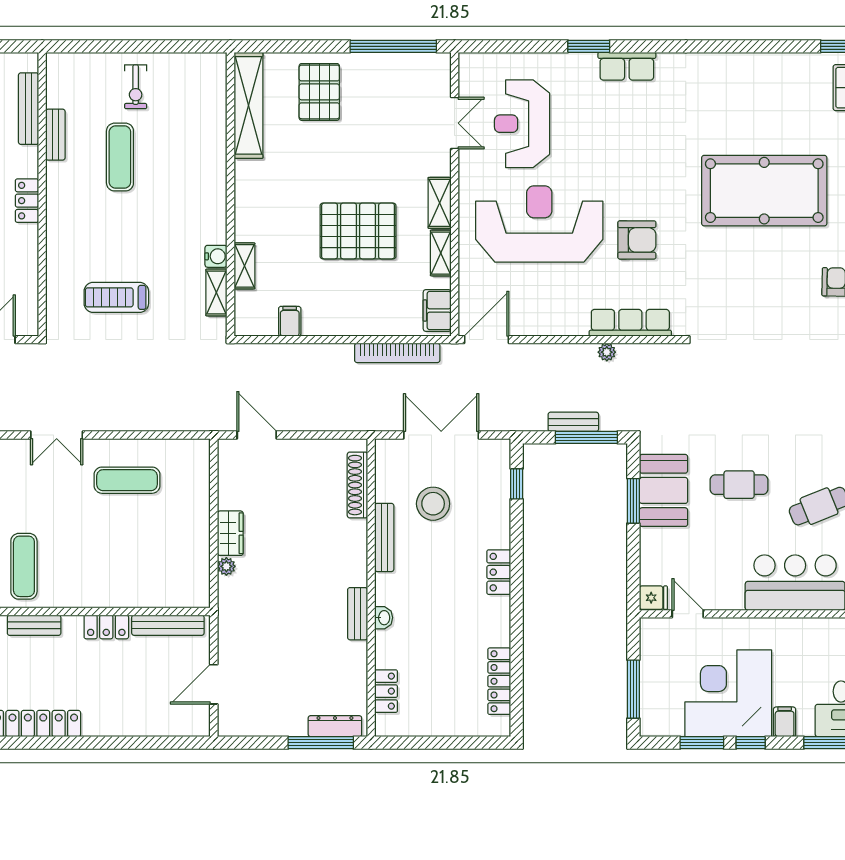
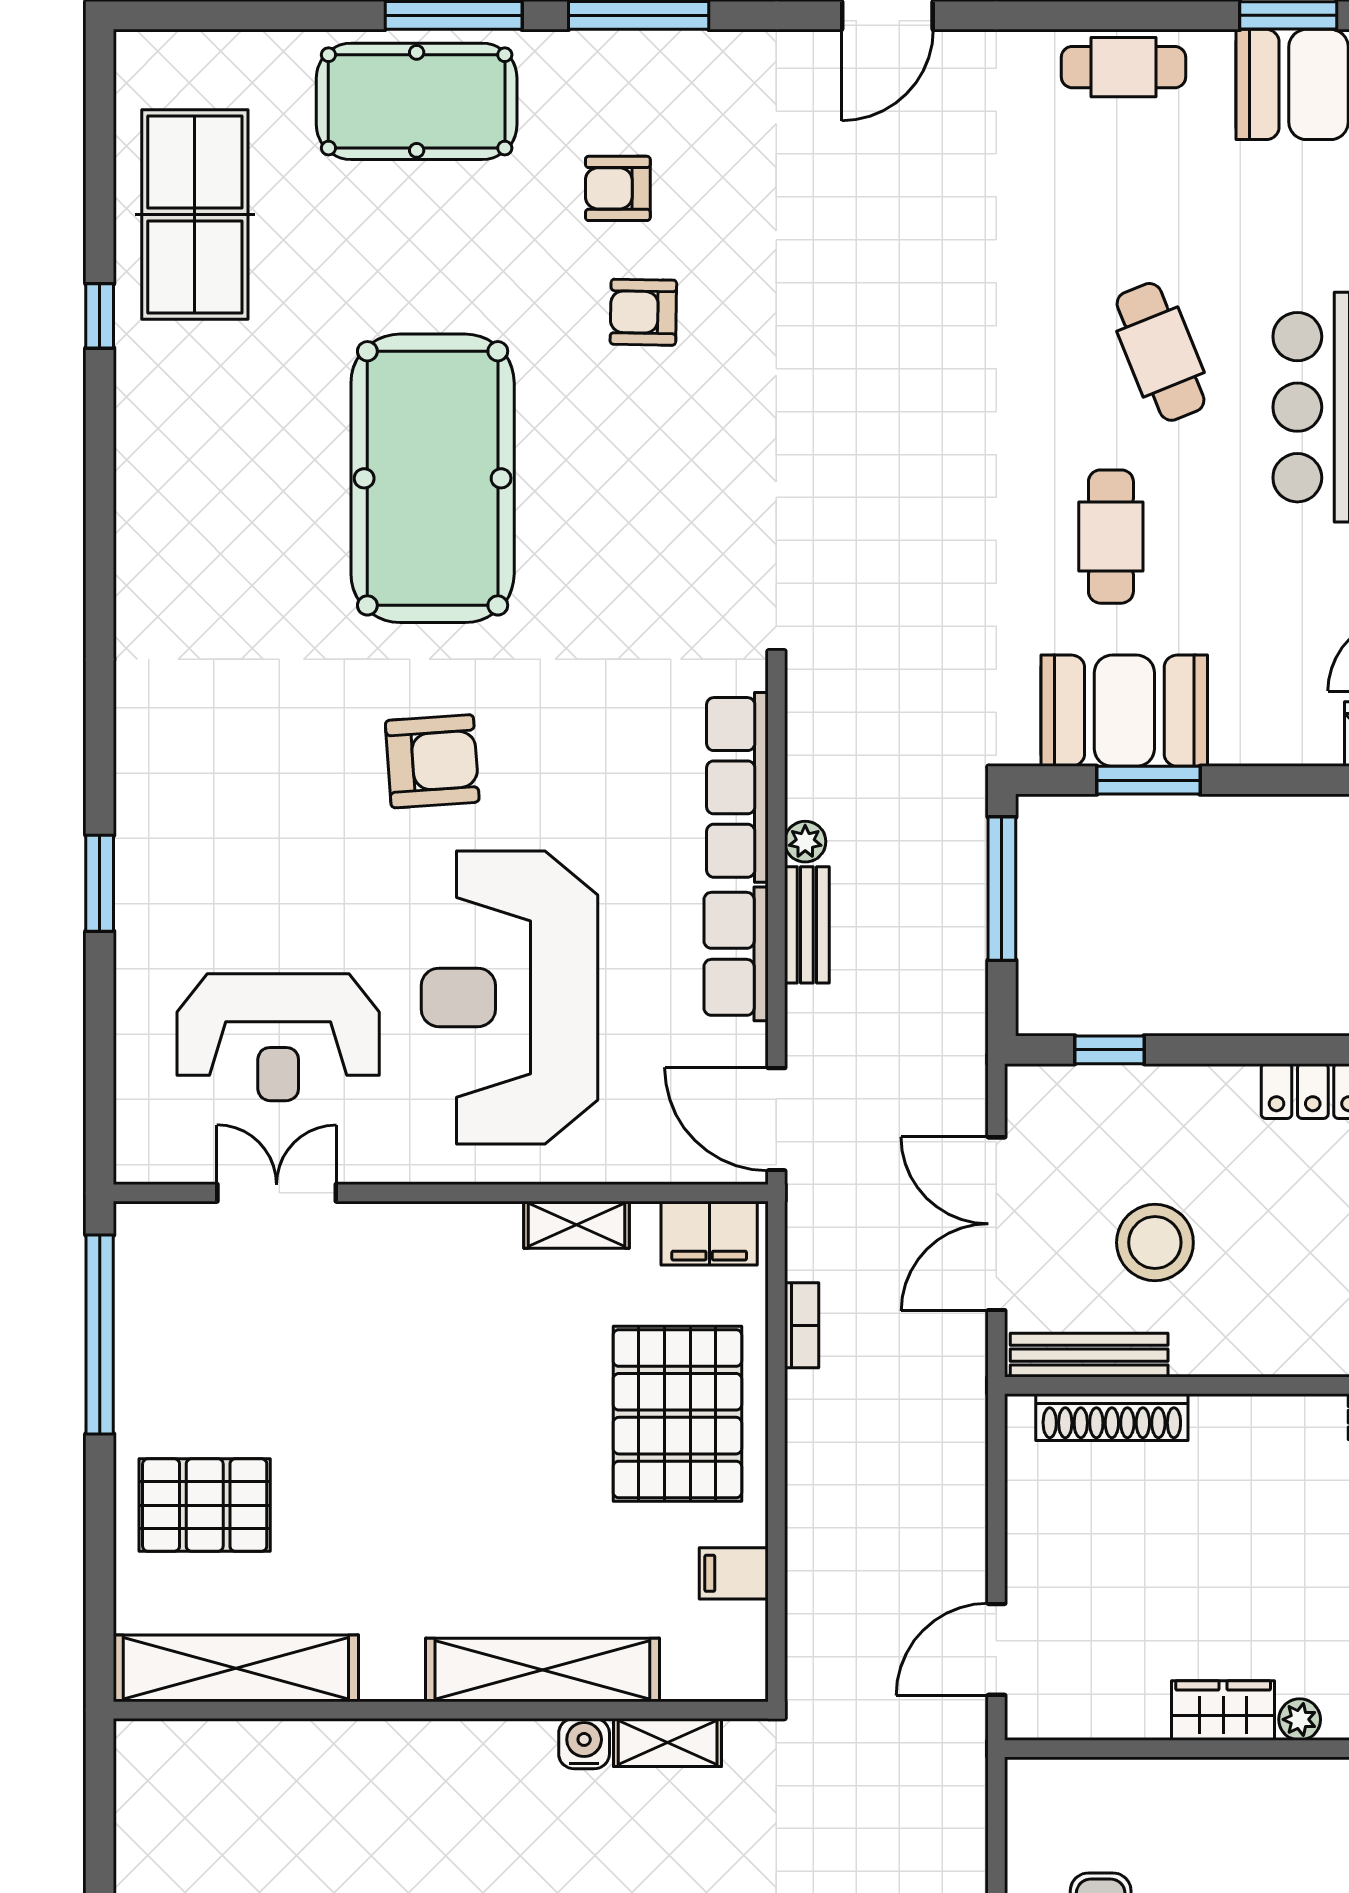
row of seats: (627, 66) -> (736, 954), moved, turned 180
shelving: (440, 203) -> (461, 1228), removed
pallet: (358, 231) -> (677, 1414), moved
armchair: (637, 240) -> (432, 761), moved, turned 86
shelving: (244, 266) -> (542, 1670), width x2.20, depth x1.33
bookcase: (397, 353) -> (802, 1325), width x0.43, depth x0.76
bench: (573, 422) -> (807, 925), moved
bench: (384, 537) -> (1089, 1355), moved

